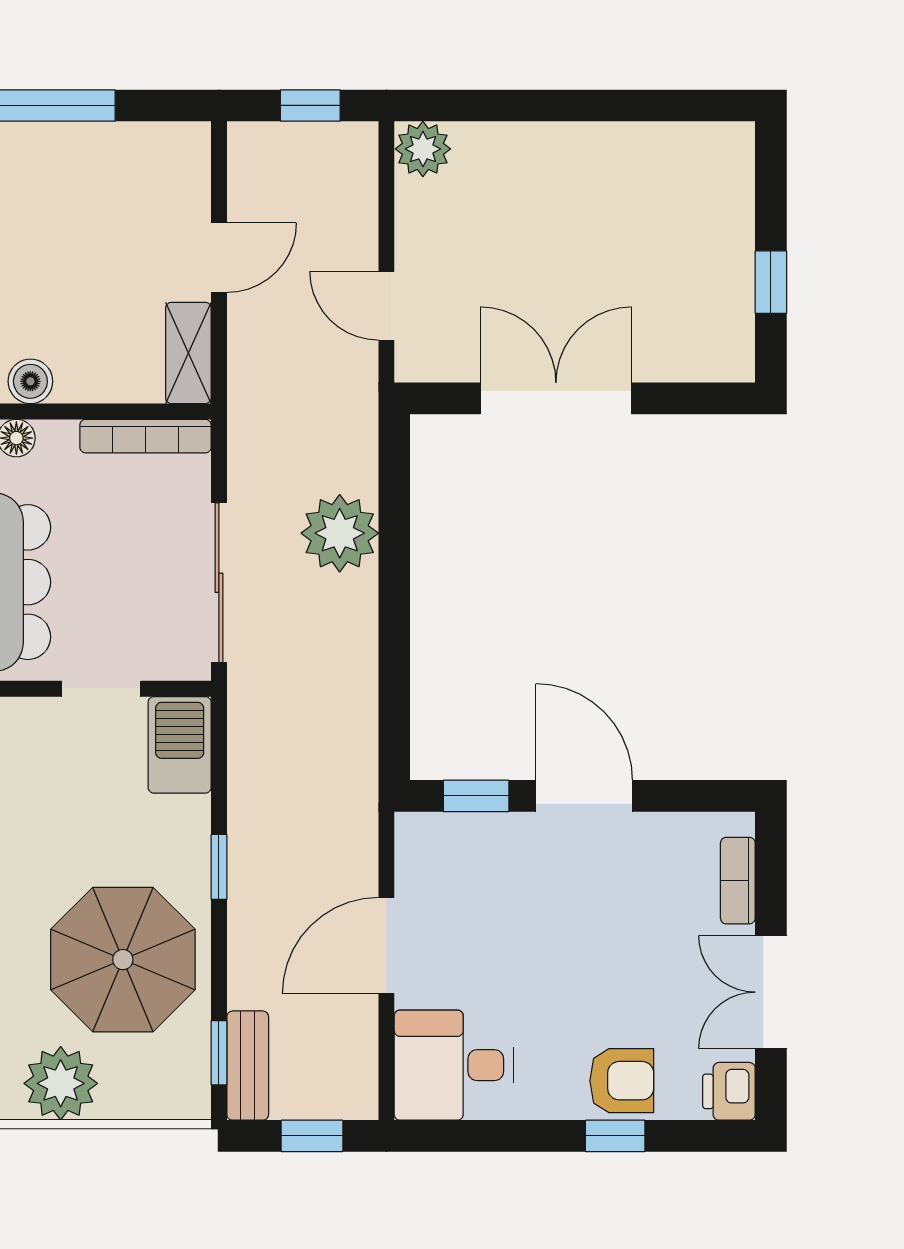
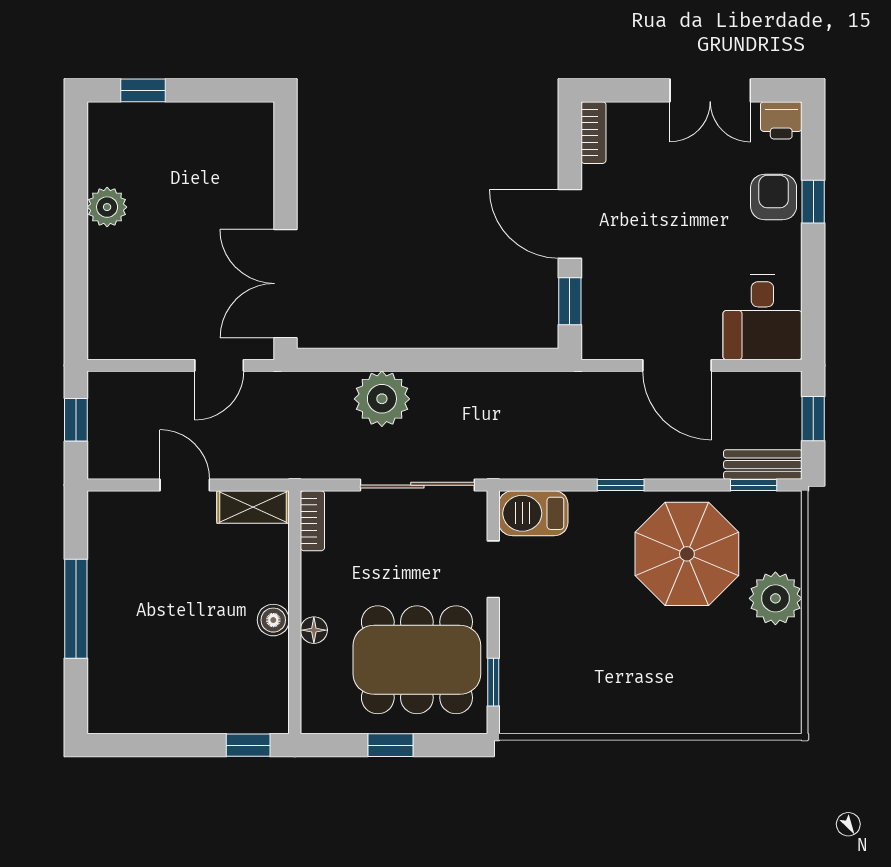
plant: (423, 149) -> (107, 207), moved
window: (771, 282) -> (143, 90), moved
double door: (556, 398) -> (285, 284), moved
bookcase: (145, 436) -> (312, 521), width x0.64
door: (584, 796) -> (570, 224), hinge flipped
bookcase: (738, 881) -> (593, 133), moved, turned -90

